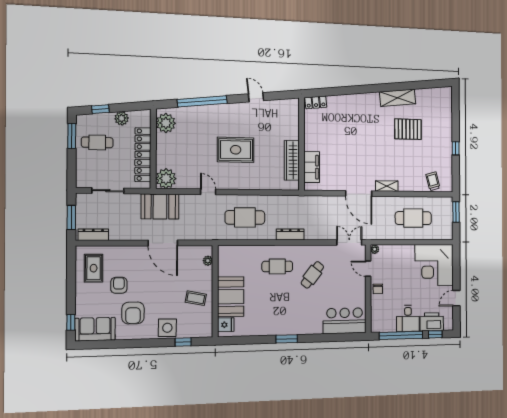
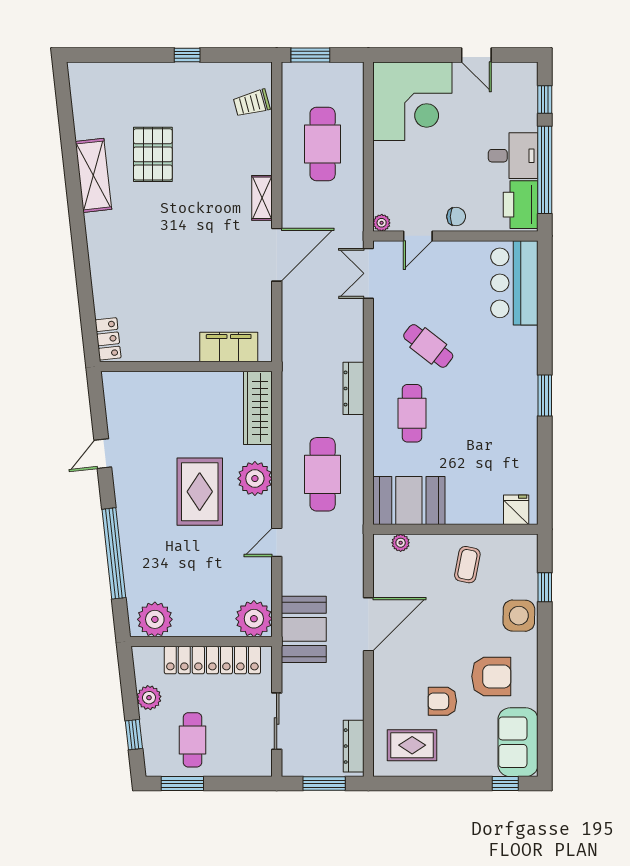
wardrobe: (292, 160) -> (258, 408), moved, turned 90
plant: (243, 180) -> (255, 479), added
booth: (231, 297) -> (409, 501), moved
printer: (432, 322) -> (521, 205), moved

